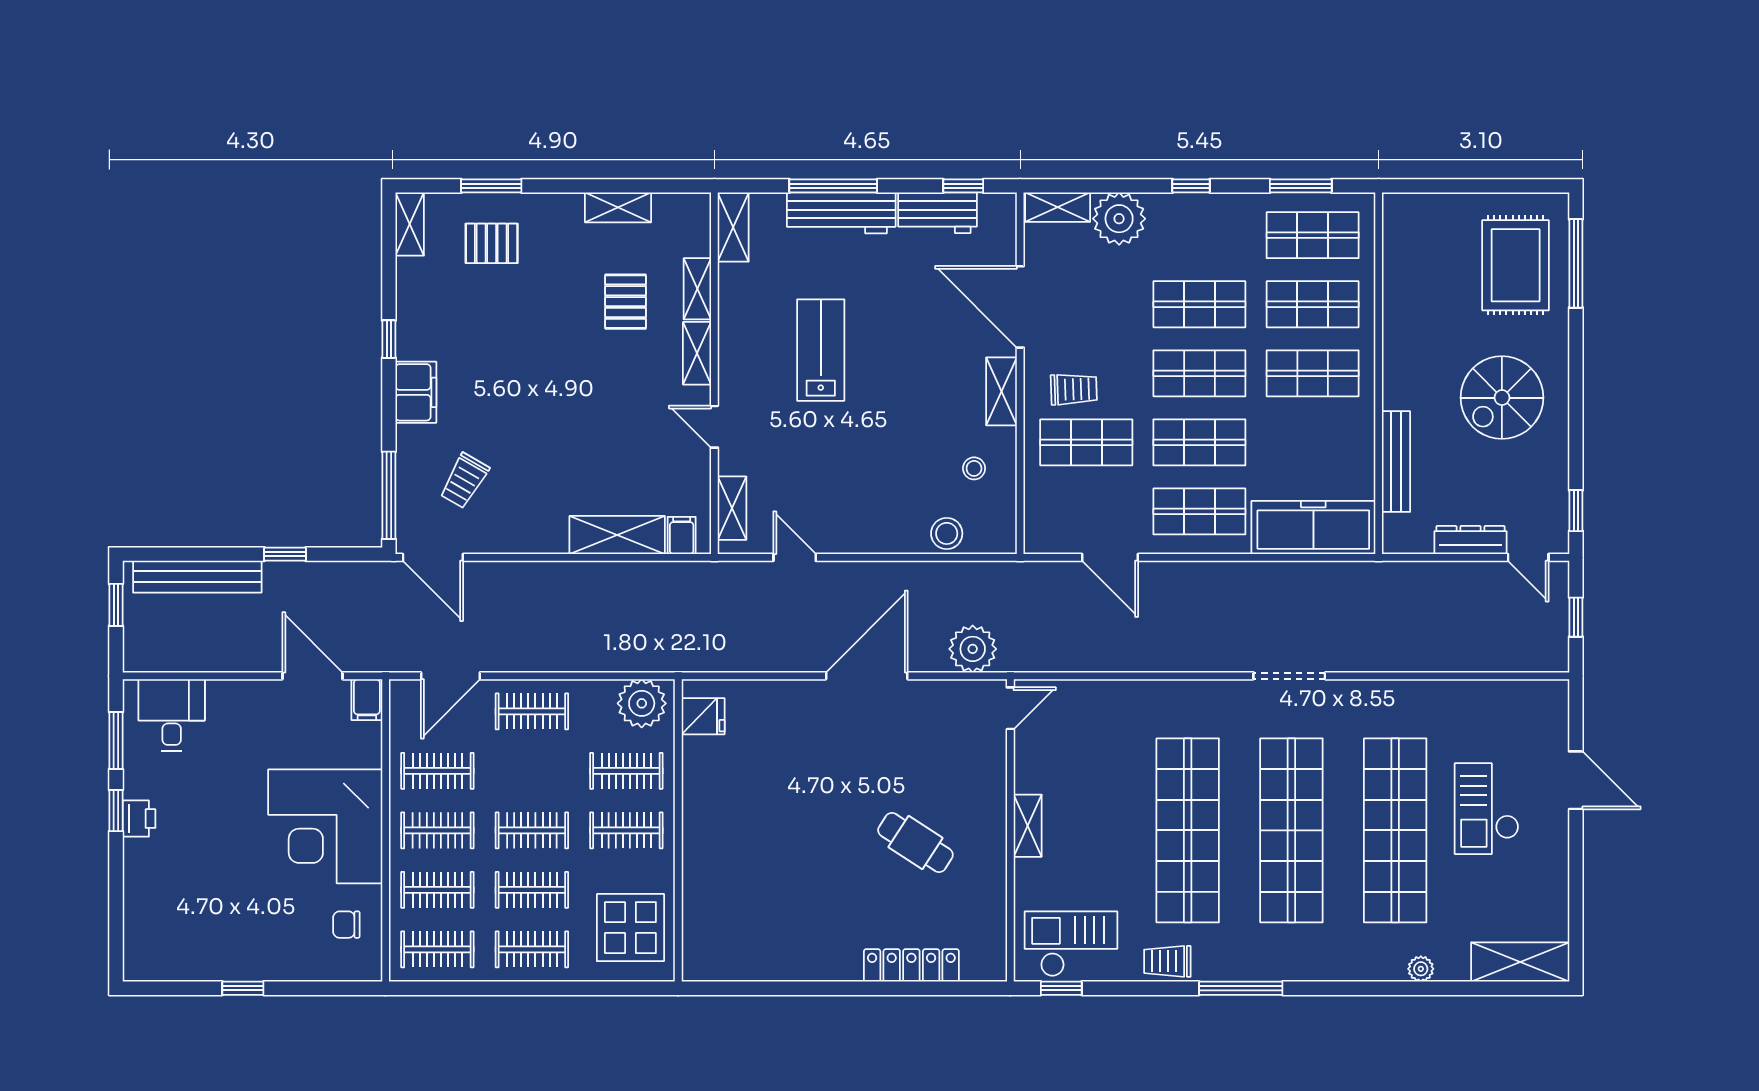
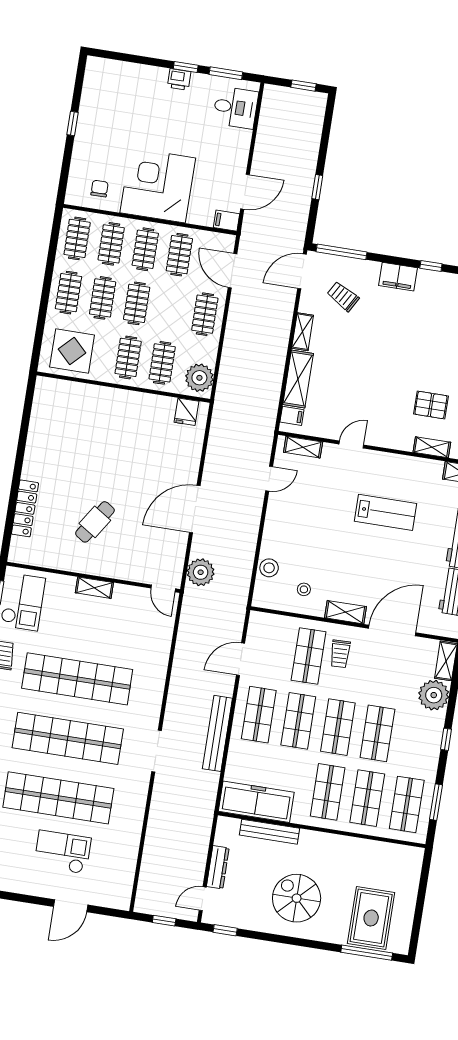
rug: (1516, 265) -> (371, 918), turned 90
shelving: (697, 353) -> (303, 332), moved, turned 90
freezer: (1313, 528) -> (256, 802), moved, turned -90
bench: (197, 577) -> (217, 733), moved
door: (867, 676) -> (195, 509), swing flipped

